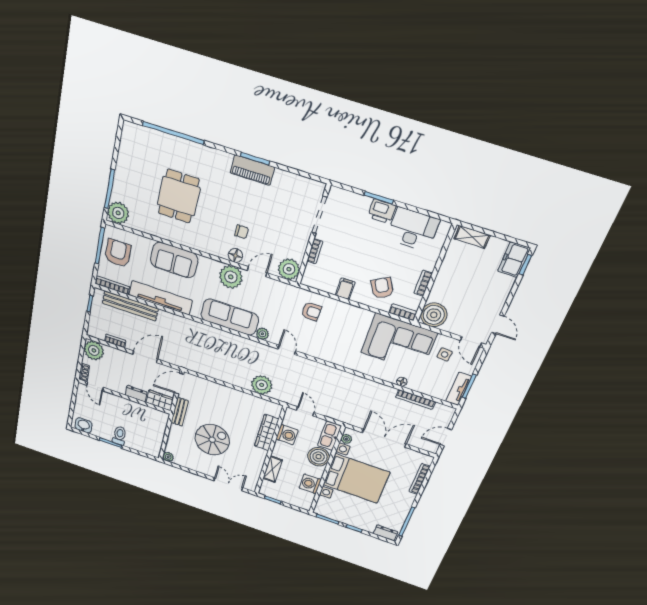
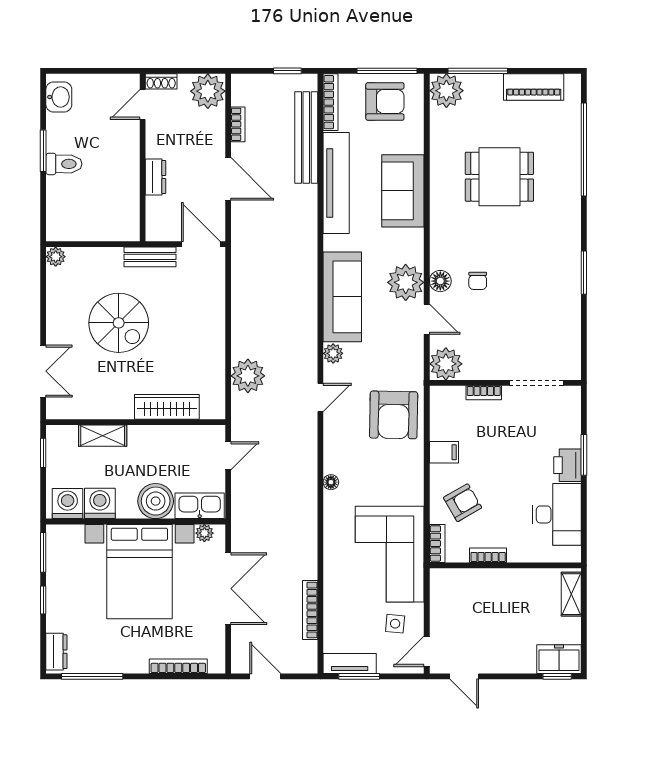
piano: (252, 170) -> (534, 87), moved, turned -90
armchair: (311, 311) -> (394, 415), width x1.88, depth x1.88
boiler: (434, 315) -> (448, 587), removed
door: (498, 324) -> (464, 676), hinge flipped
floor lamp: (402, 382) -> (331, 482), moved
wardrobe: (160, 400) -> (158, 219), removed
washing machine: (287, 435) -> (68, 504), moved, turned 180

